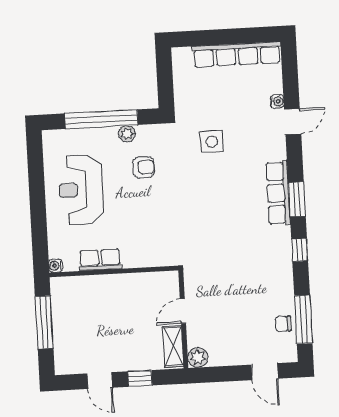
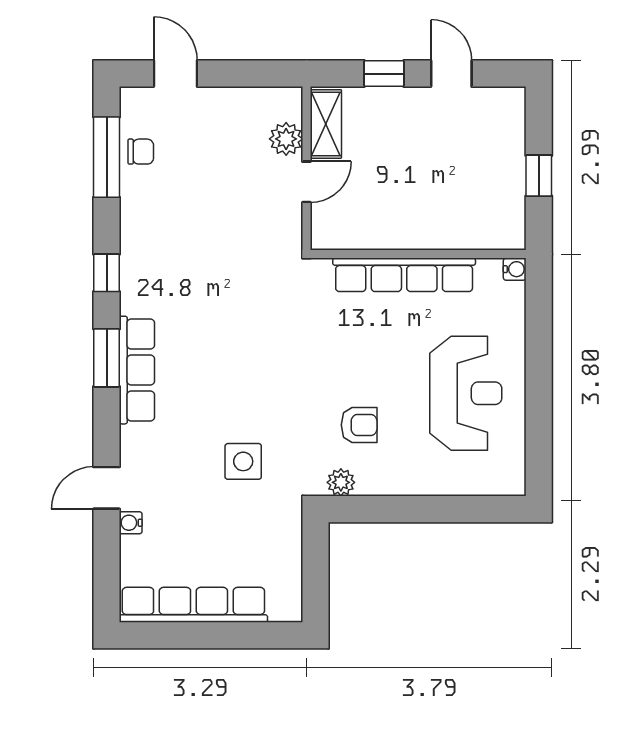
window: (101, 119) -> (425, 509), removed
plant: (127, 134) -> (341, 482), moved
armchair: (144, 167) -> (359, 425), turned 180
row of seats: (100, 260) -> (404, 275), width x2.02
window: (44, 322) -> (539, 176), width x0.46
plant: (198, 358) -> (286, 139), moved

